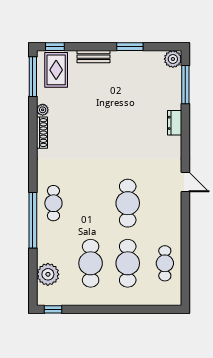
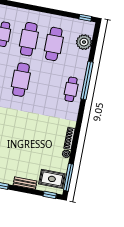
rug: (56, 70) -> (52, 179), turned 90

